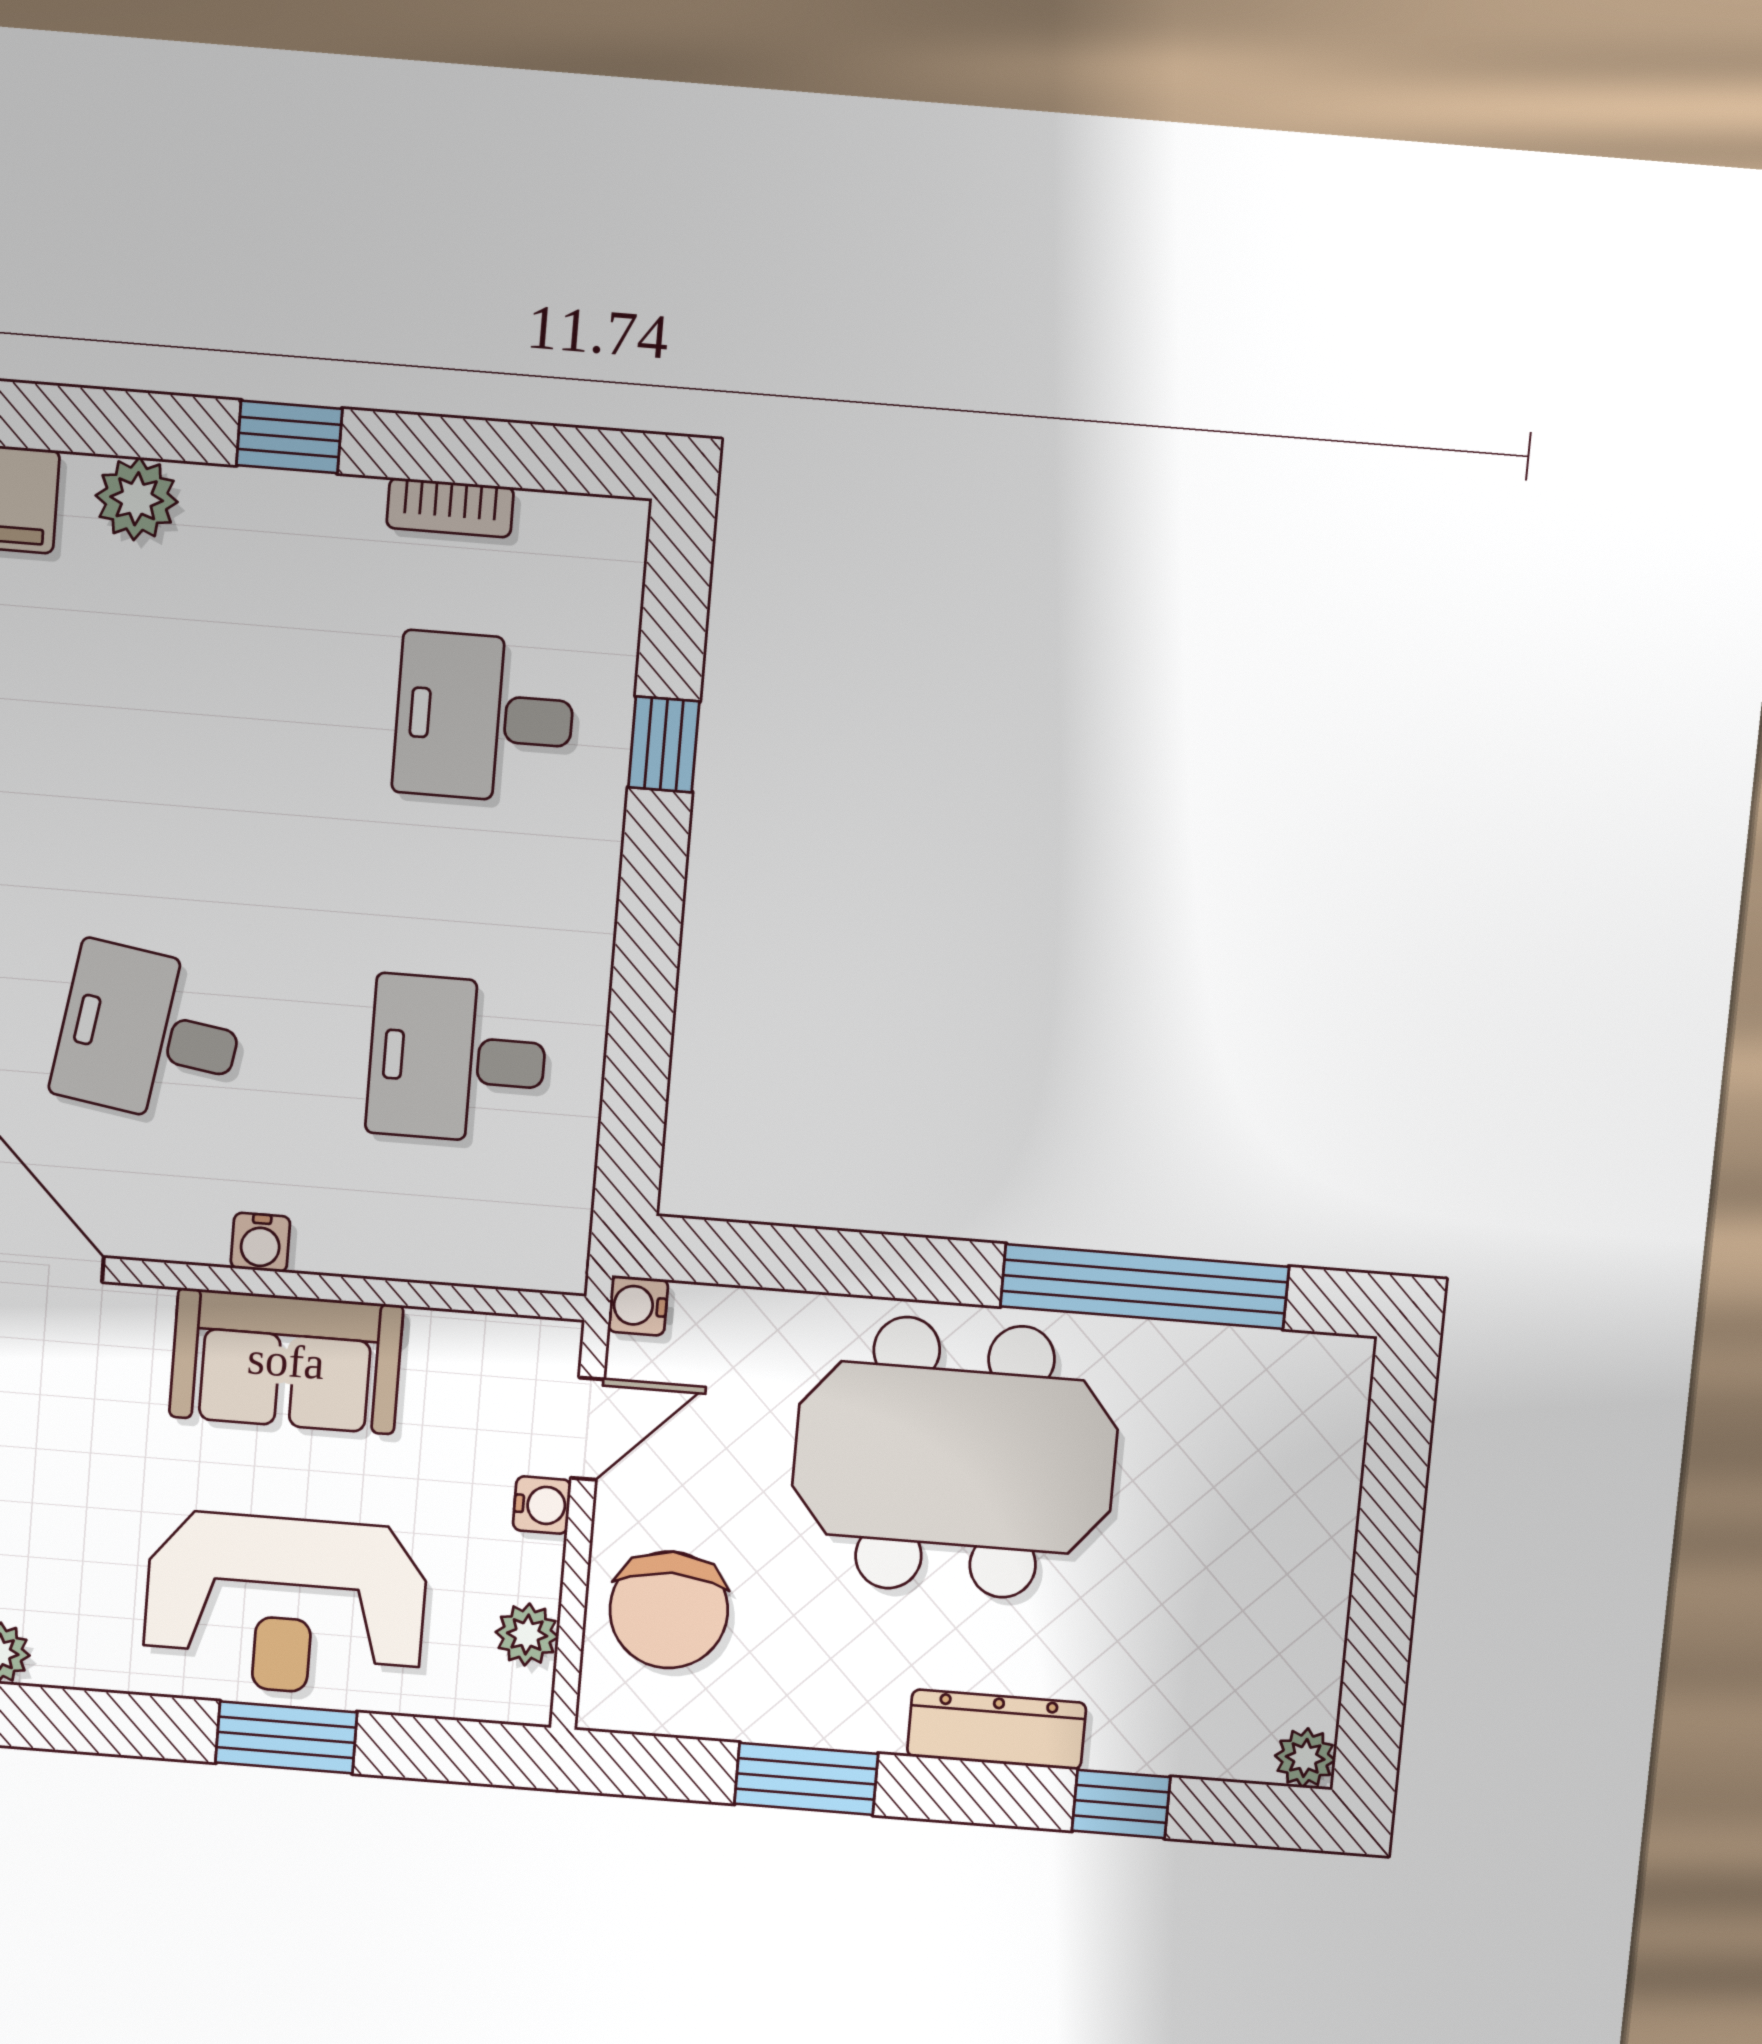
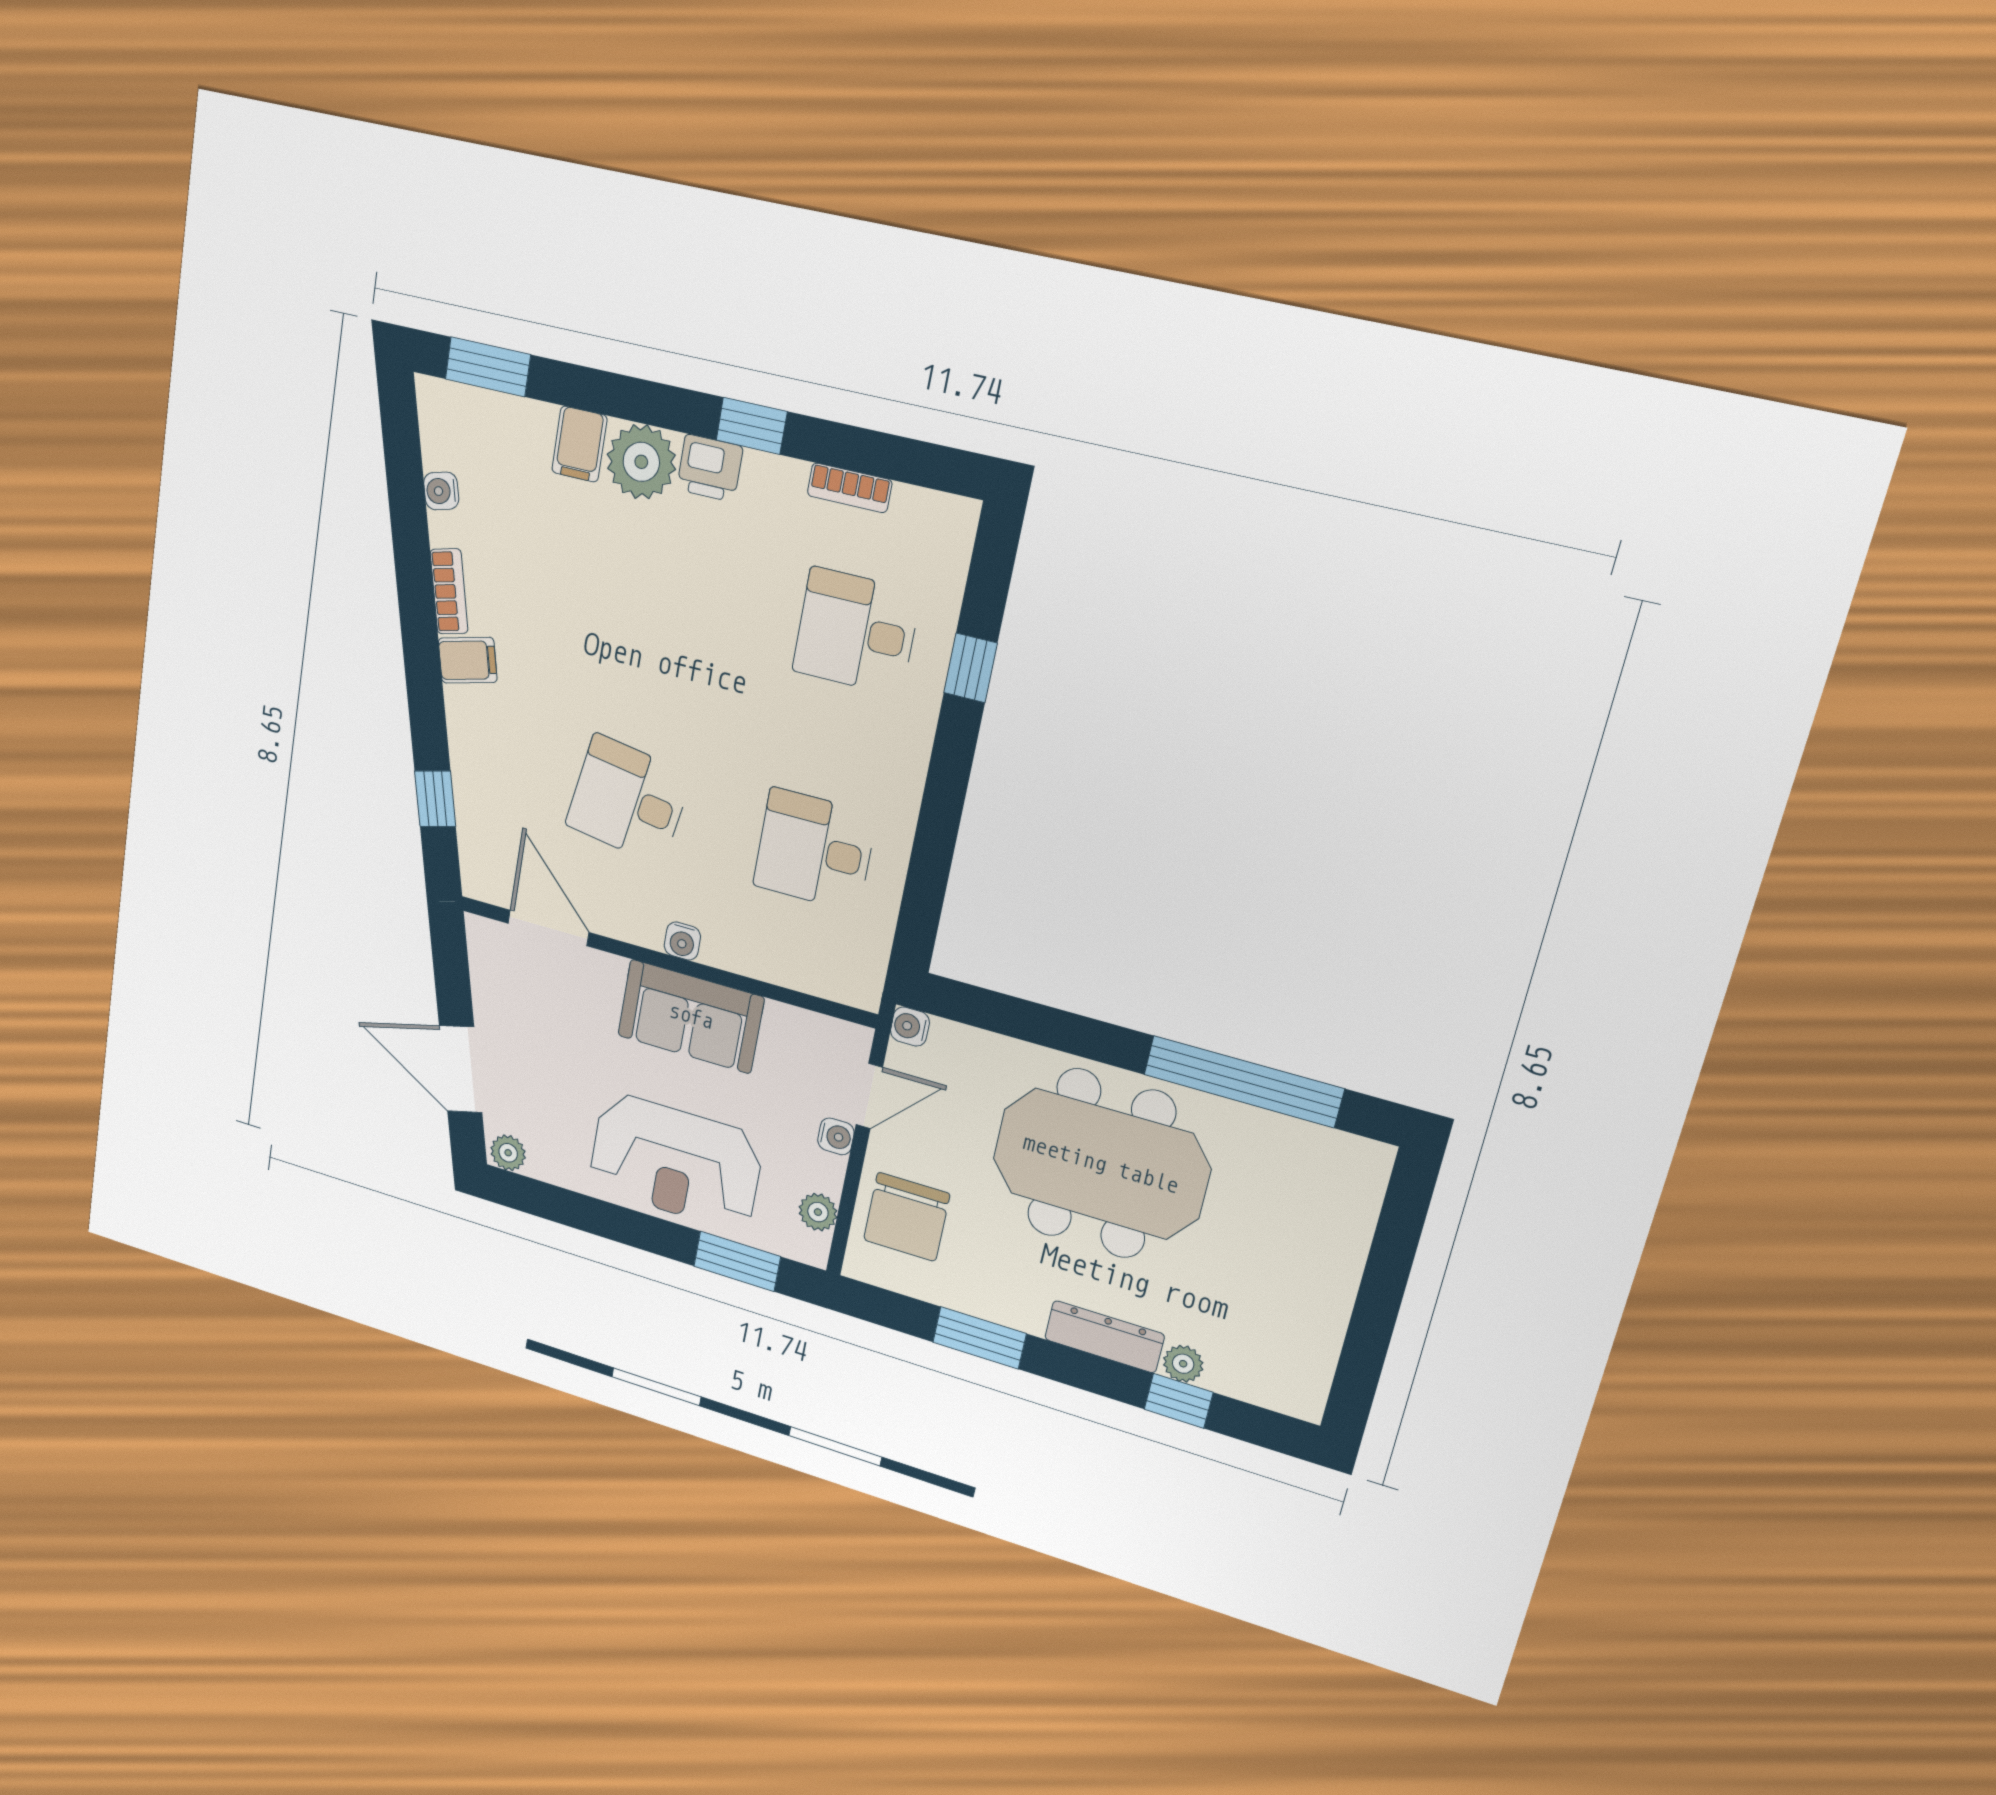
plant: (137, 499) -> (641, 462), width x1.36, depth x1.36
printer: (230, 507) -> (710, 468), added
window: (286, 1737) -> (737, 1261), moved
plant: (1305, 1758) -> (1183, 1364), moved

